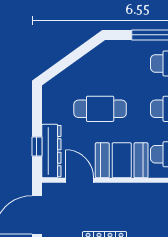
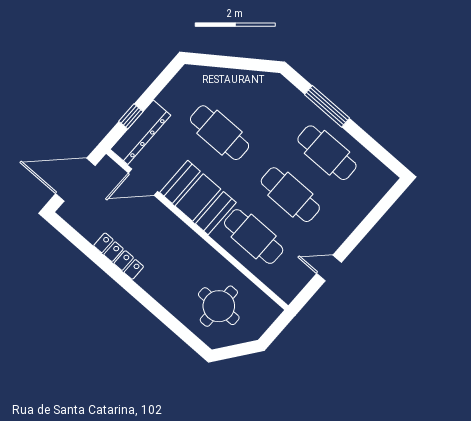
door: (80, 180) -> (143, 182), swing flipped

